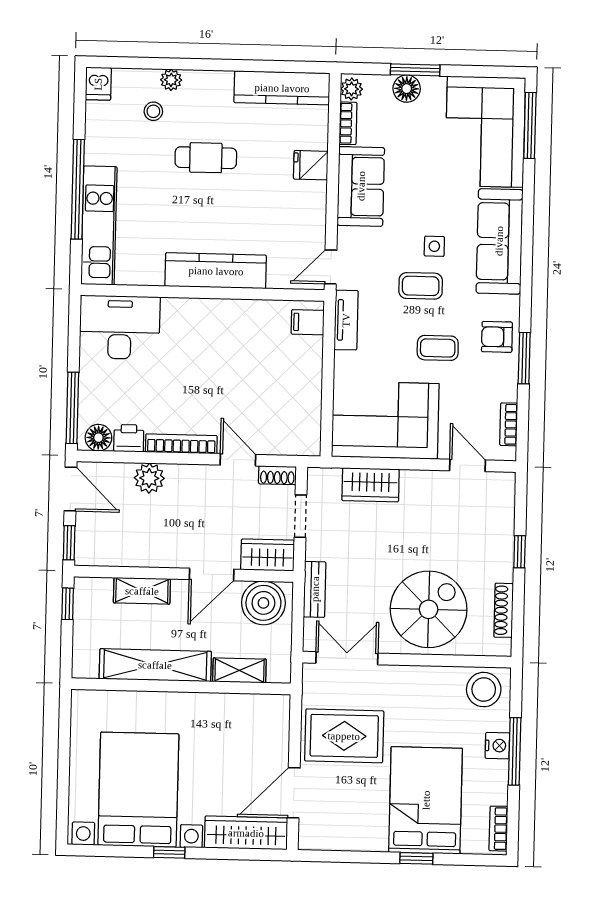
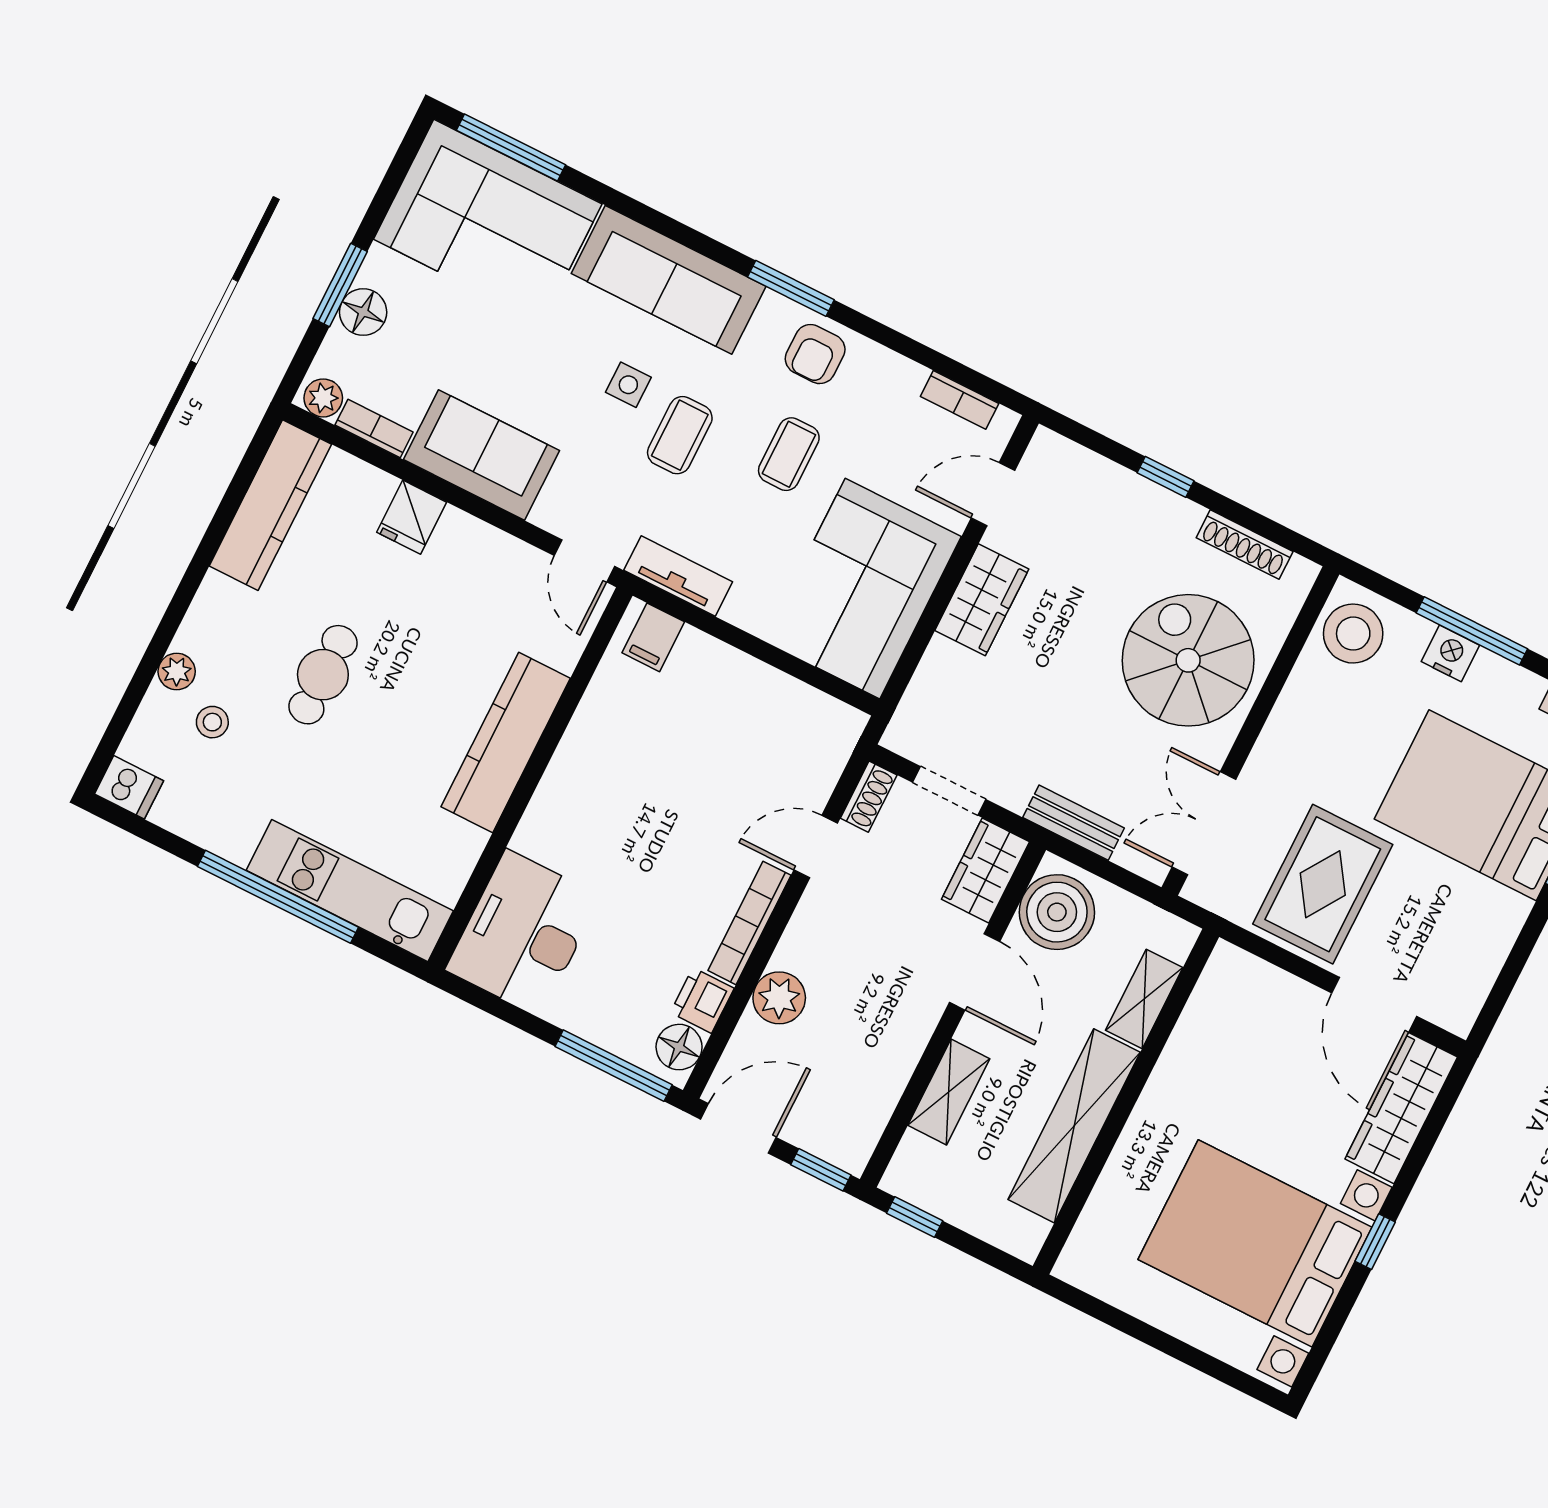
window: (524, 358) -> (791, 288), moved
wardrobe: (371, 485) -> (982, 600), moved

